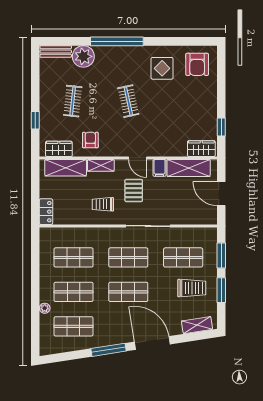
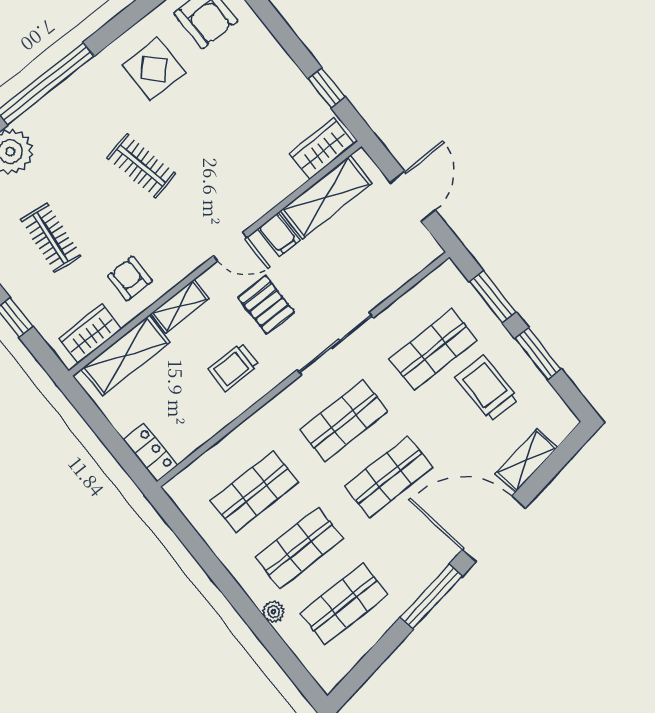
door: (221, 194) -> (413, 196), swing flipped
trolley: (192, 288) -> (487, 388), turned -90
shelving: (197, 325) -> (526, 461), moved

